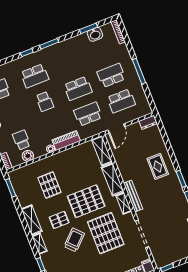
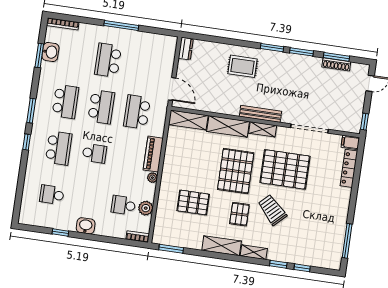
school desk: (121, 101) -> (65, 102), moved

